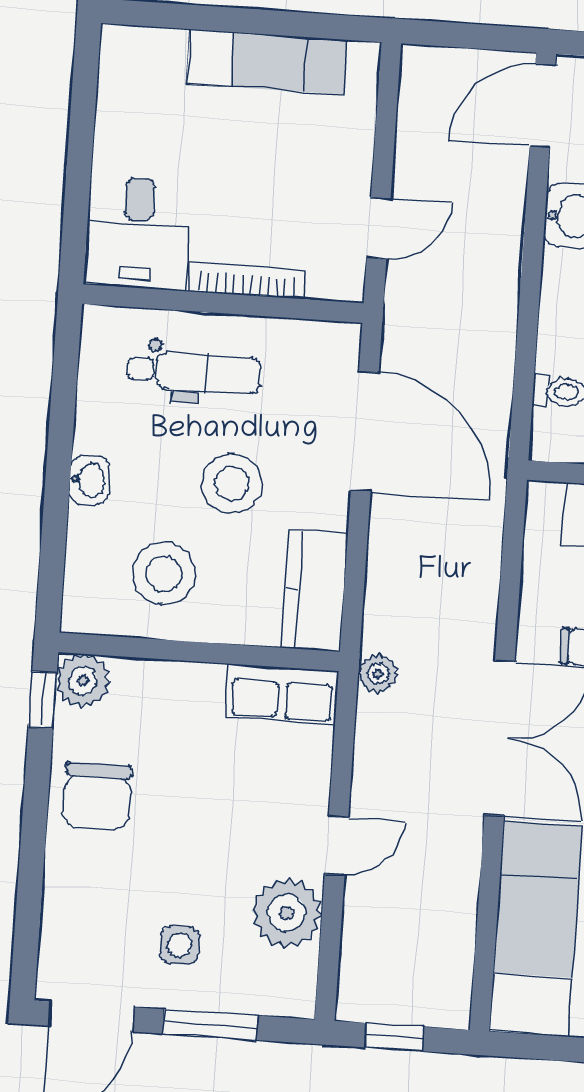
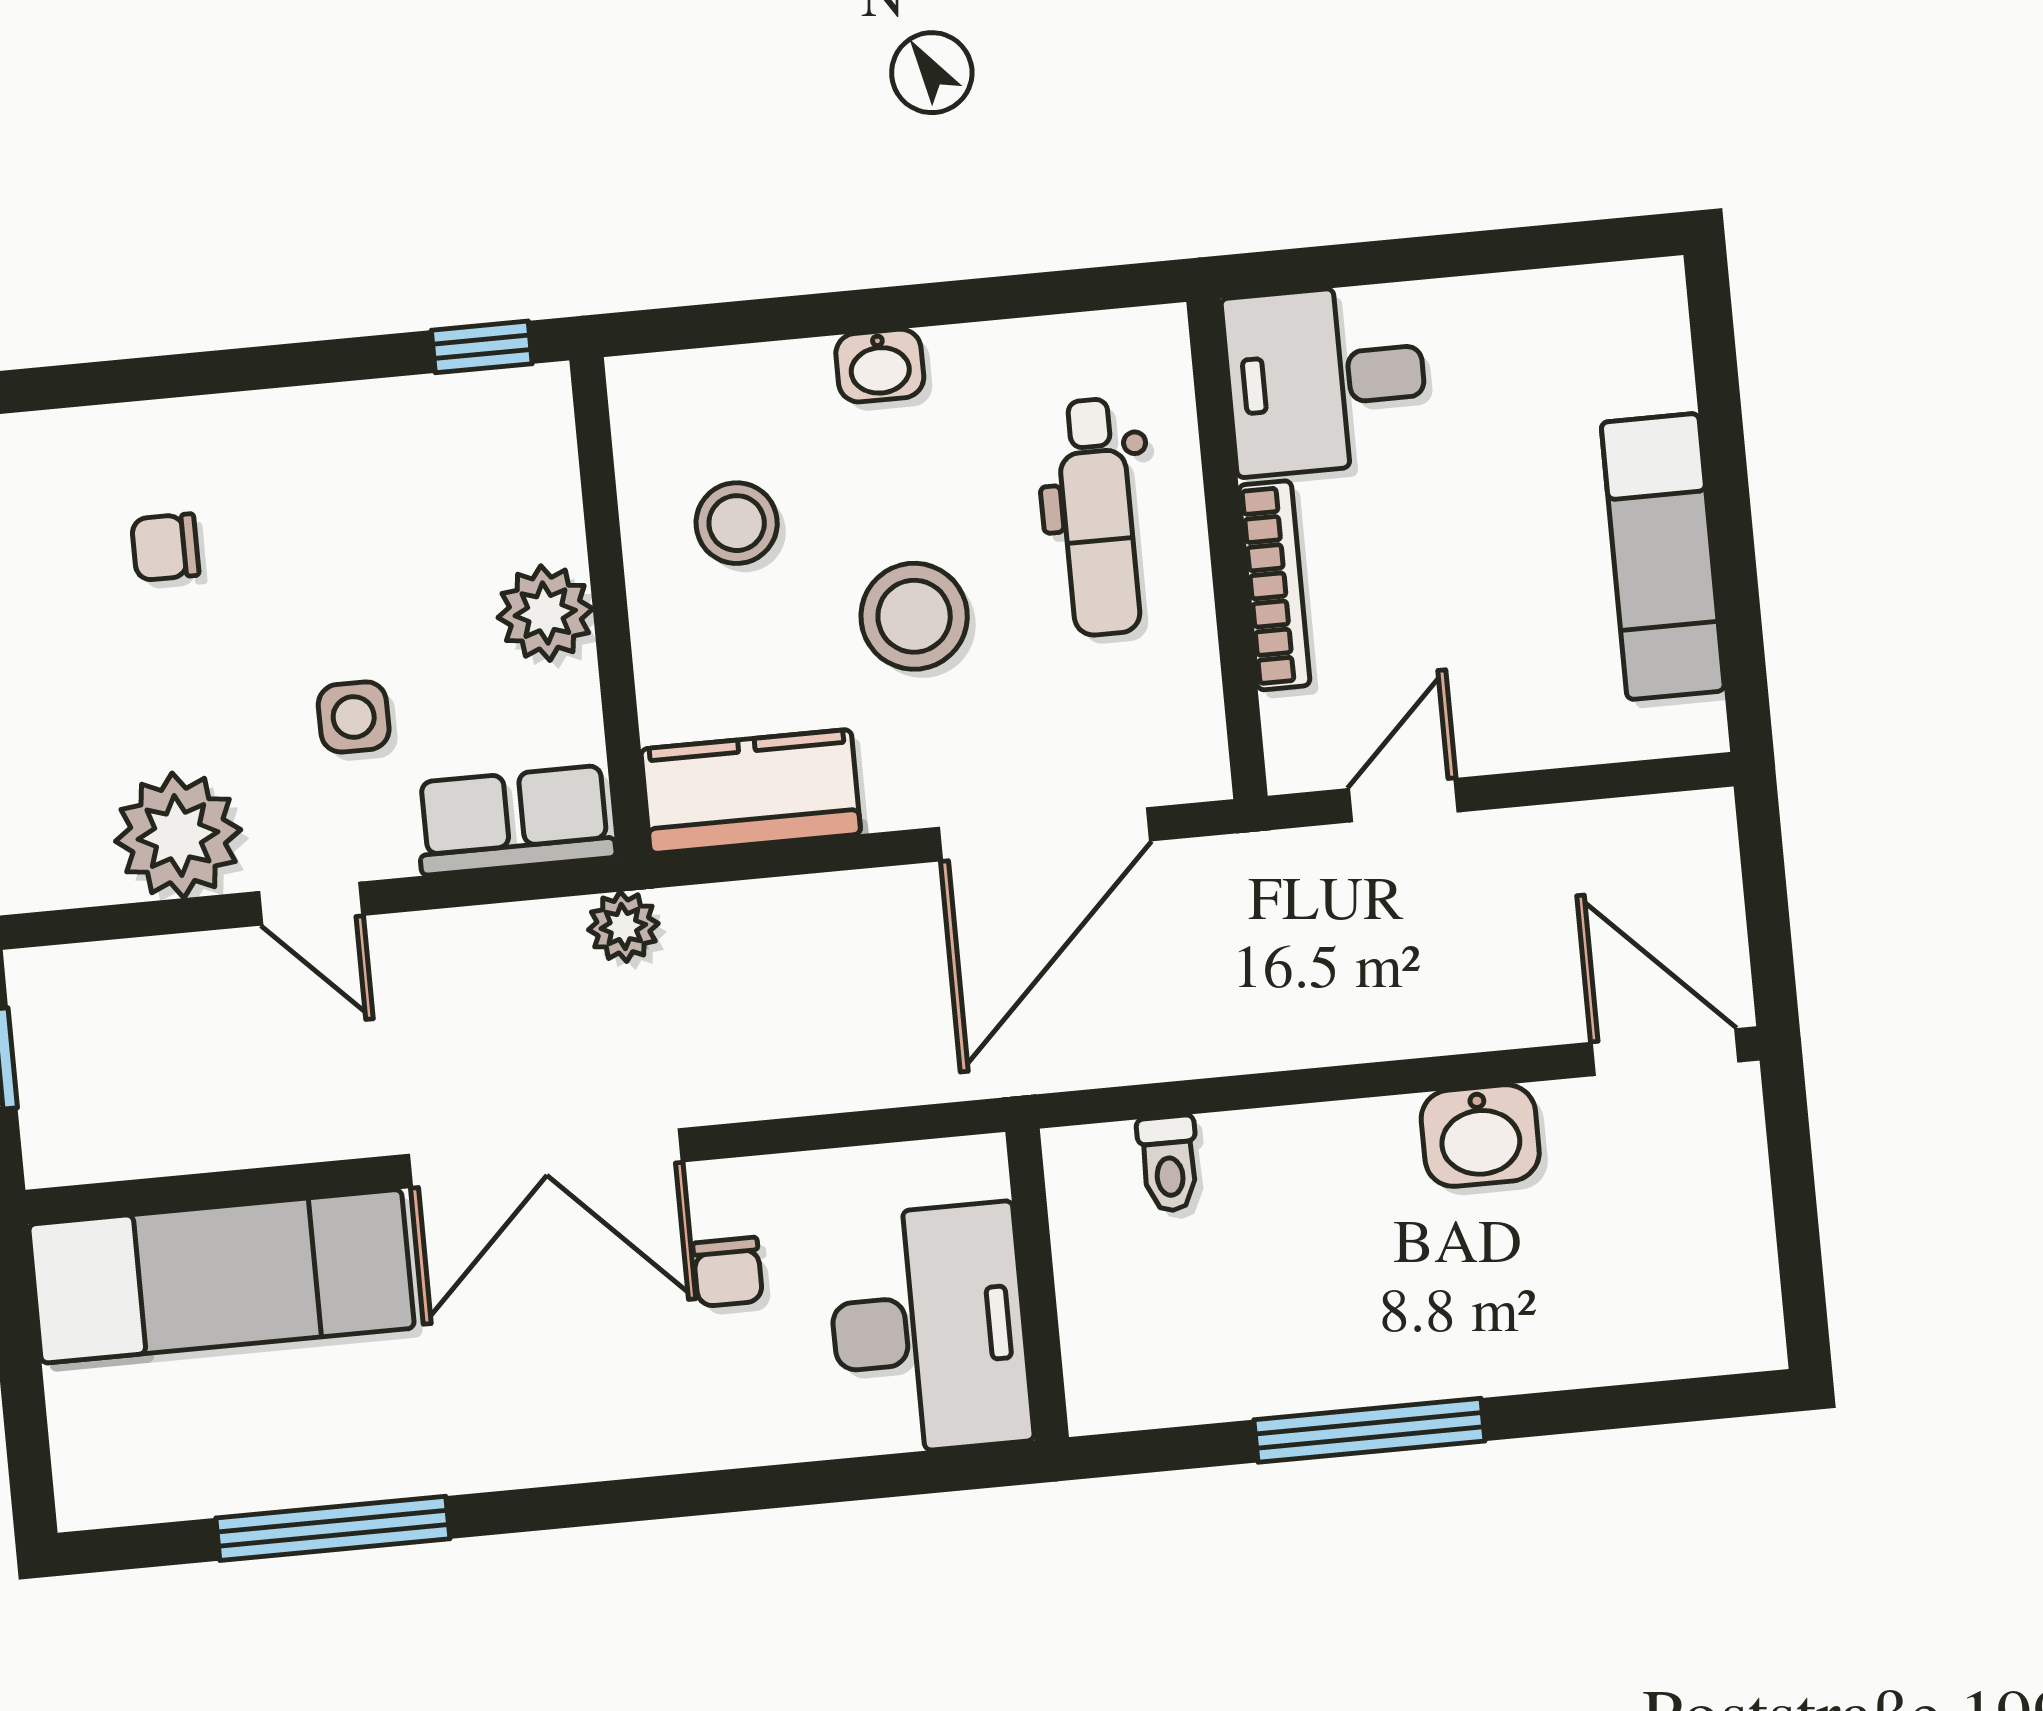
door: (379, 228) -> (1403, 800), swing flipped
stool: (164, 574) -> (737, 523), width x0.73, depth x0.73
plant: (83, 681) -> (545, 613), moved
row of seats: (282, 694) -> (515, 820), moved, turned 90
chair: (97, 796) -> (165, 547), moved, width x0.54, depth x0.54
side table: (180, 945) -> (354, 717), moved

